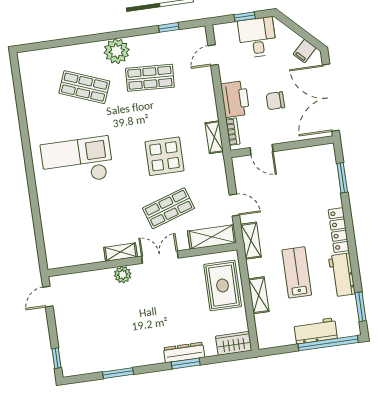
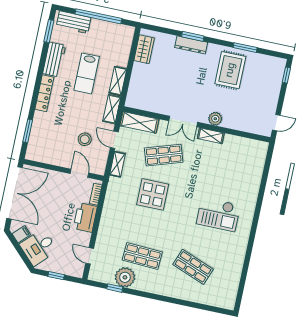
desk: (257, 37) -> (39, 247), moved, turned 45
plant: (117, 51) -> (125, 277), moved
door: (213, 55) -> (90, 256), swing flipped
chair: (275, 101) -> (56, 205), removed
shelving: (214, 137) -> (117, 164), moved
checkout: (77, 161) -> (218, 214), width x0.73, depth x0.83
stool: (270, 193) -> (85, 139), added
rug: (223, 286) -> (230, 70), moved
shelving: (259, 295) -> (118, 81), moved
workbench: (316, 331) -> (74, 22), moved
wardrobe: (234, 343) -> (144, 49), moved, turned -90
window: (328, 343) -> (98, 16), moved

